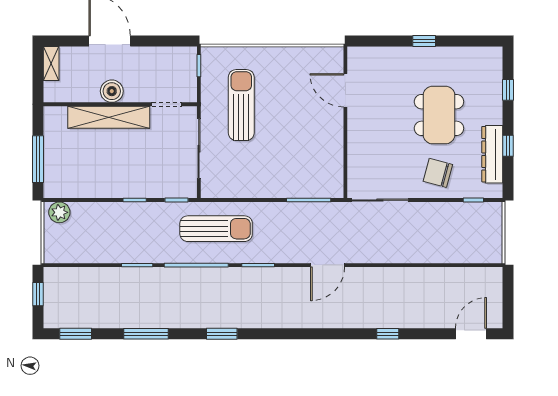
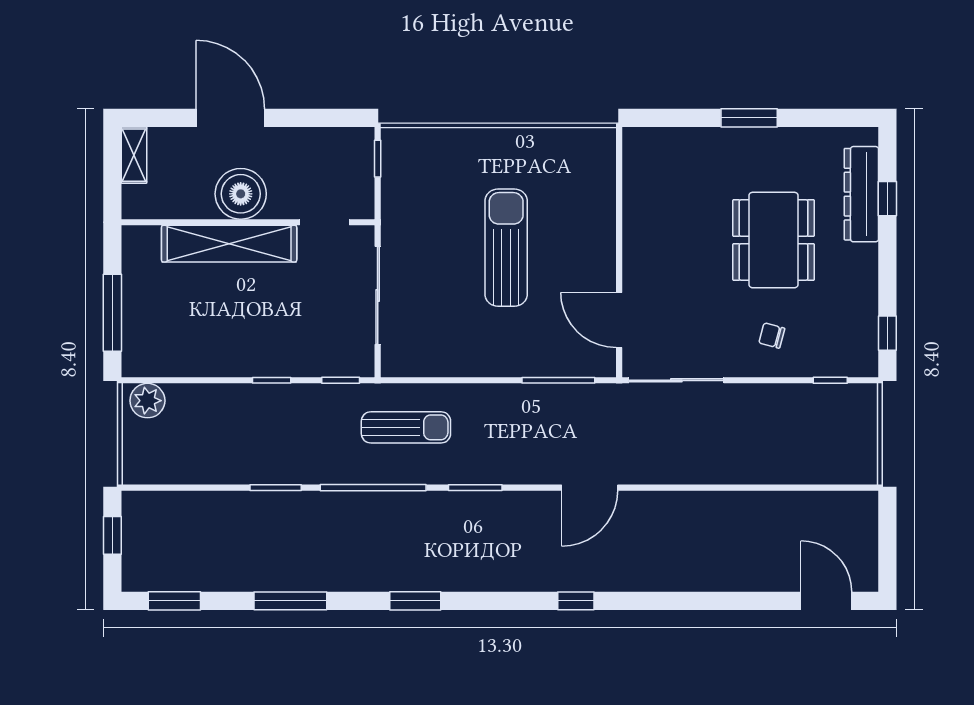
window: (424, 41) -> (749, 118), width x1.50
door: (345, 90) -> (619, 320), moved
boiler: (112, 91) -> (241, 194), width x1.37, depth x1.37
sun lounger: (241, 105) -> (506, 248), moved
window: (508, 146) -> (887, 333), moved
dresser: (492, 154) -> (861, 194), moved
chair: (438, 173) -> (772, 336), width x0.54, depth x0.54
sun lounger: (216, 229) -> (406, 427), width x0.73, depth x0.75
window: (388, 334) -> (576, 601), moved
door: (471, 334) -> (826, 601), hinge flipped

